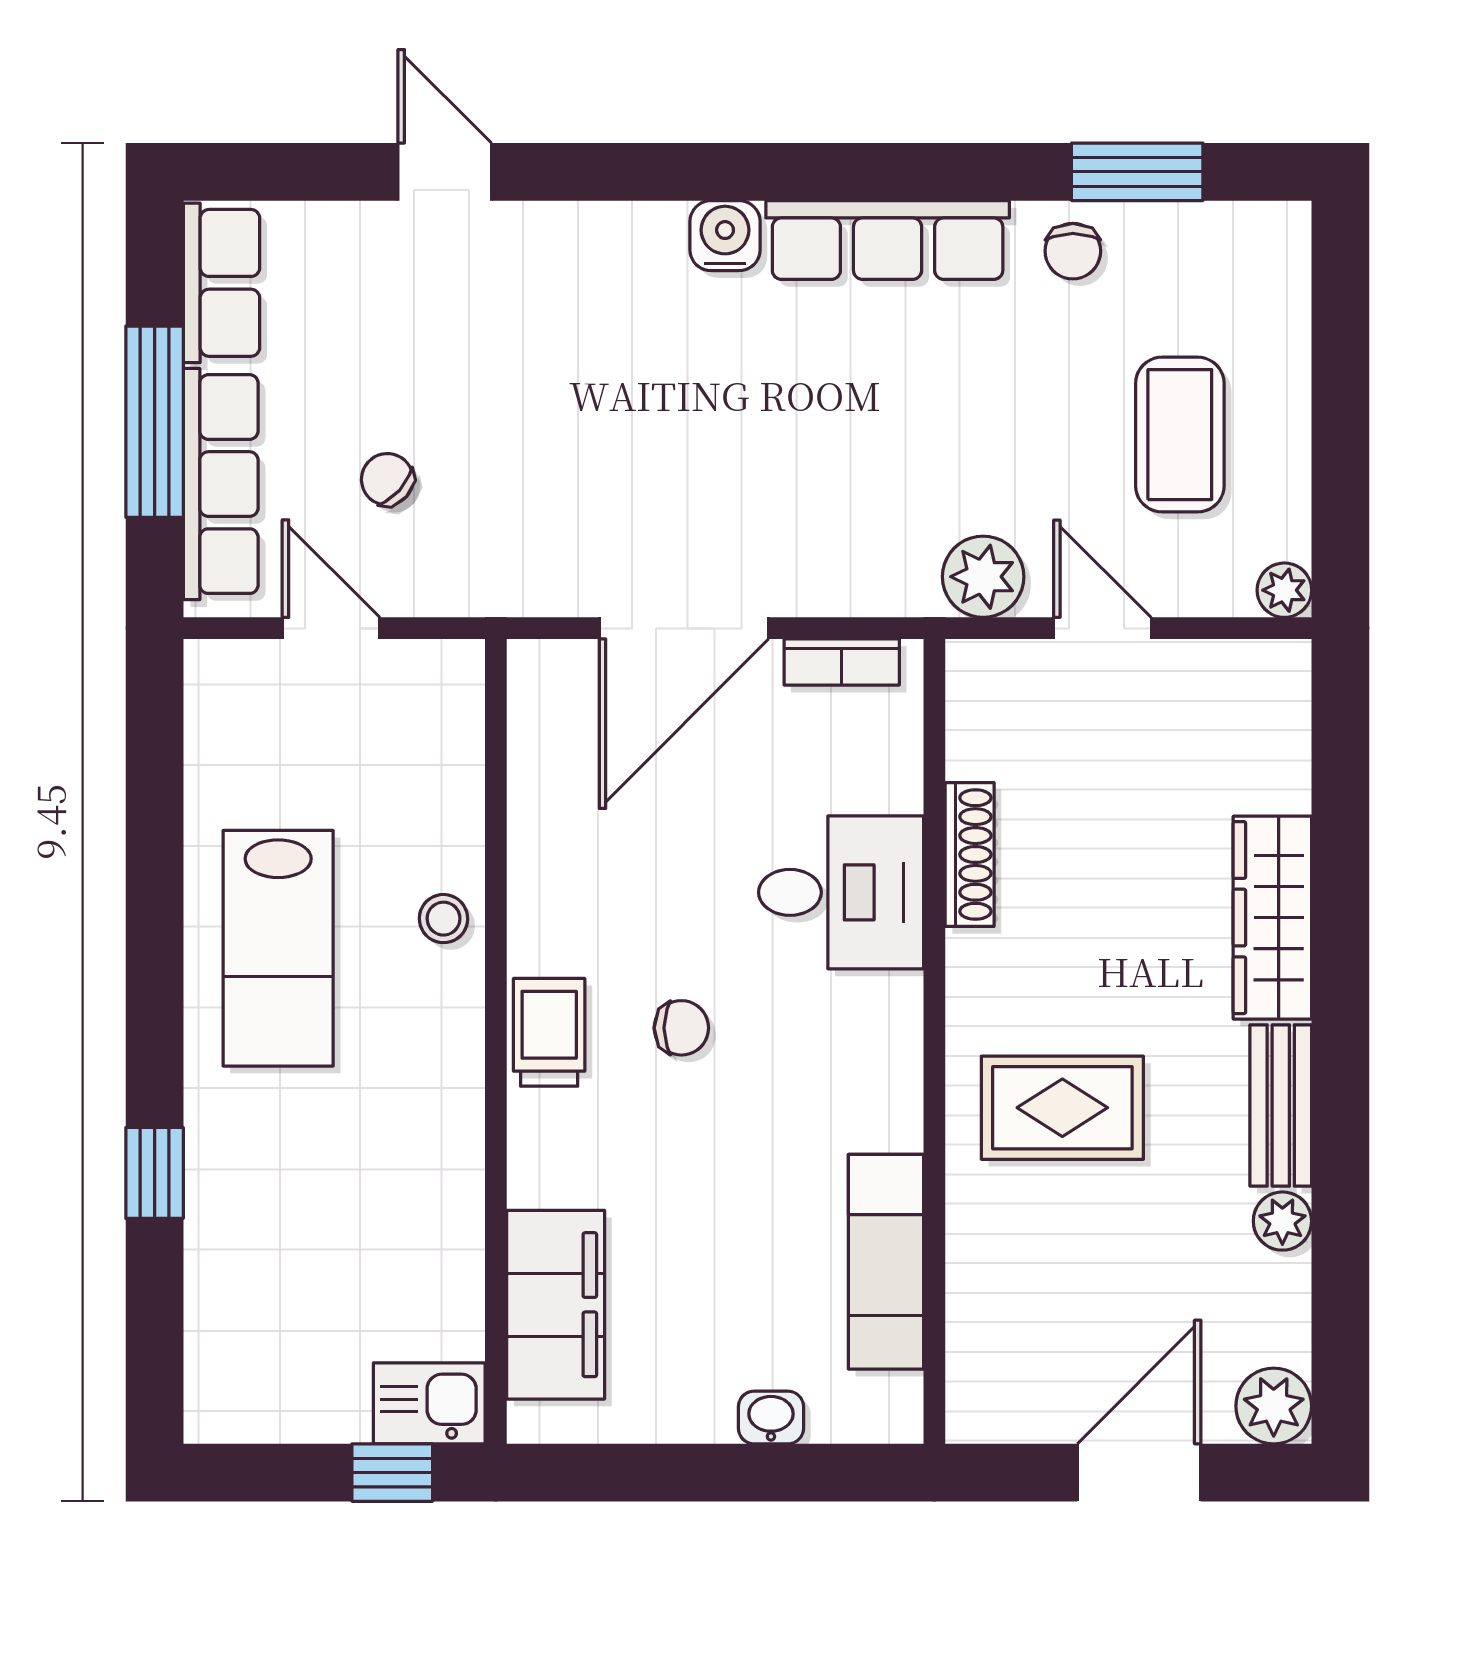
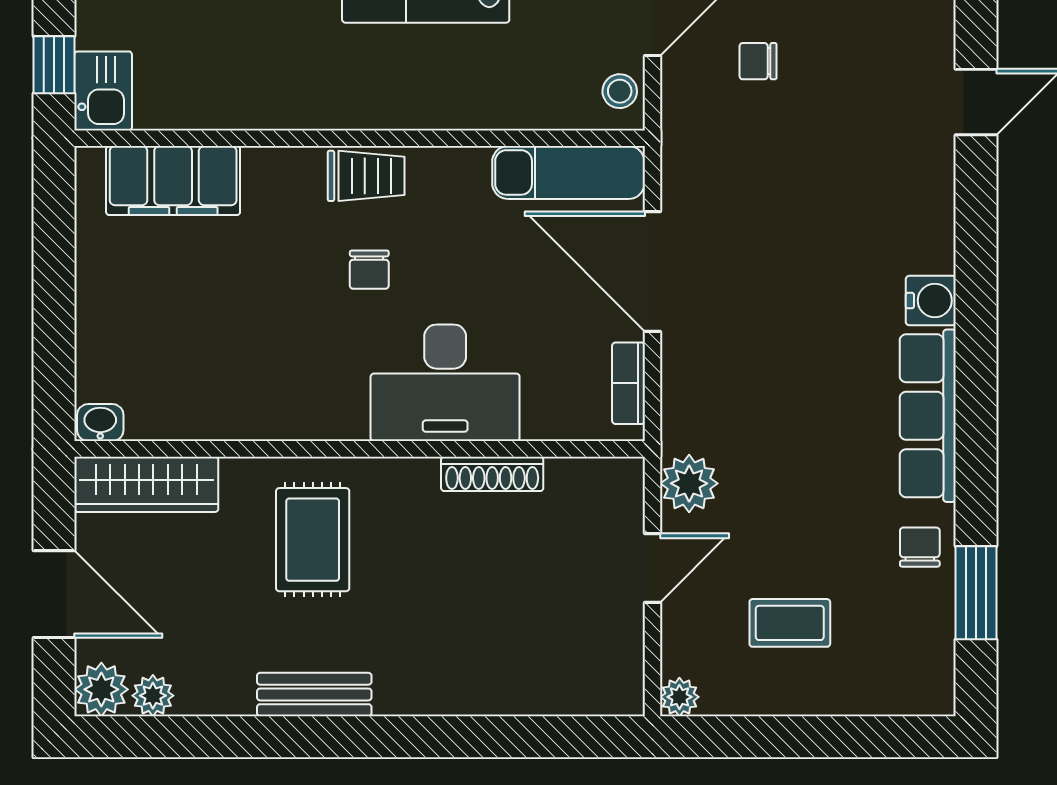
chair: (1073, 251) -> (920, 547), turned 90
coffee table: (1180, 435) -> (790, 623), width x0.73, depth x0.77
chair: (387, 479) -> (758, 61), turned -132
desk: (841, 892) -> (445, 383), width x1.37
wardrobe: (1272, 918) -> (146, 484), moved, turned 180
stool: (444, 919) -> (620, 91), moved
plant: (1282, 1221) -> (153, 696), moved
exam couch: (886, 1262) -> (568, 172), moved, turned 180
washbasin: (771, 1418) -> (100, 423), moved, turned -90

